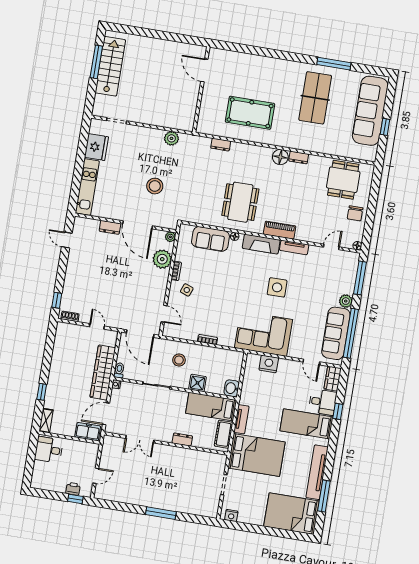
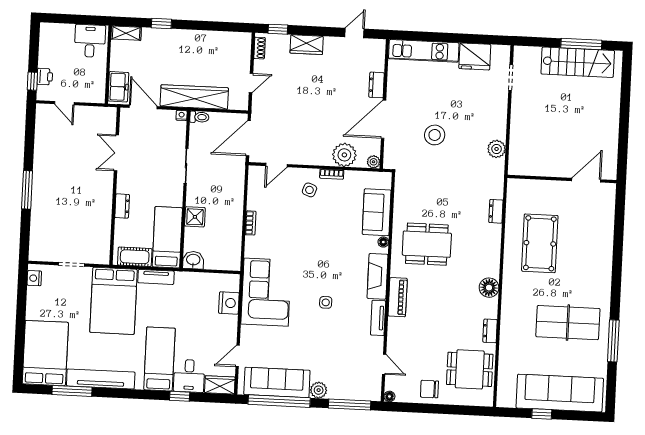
dresser: (299, 157) -> (490, 331), moved
wardrobe: (72, 279) -> (307, 45), added
side table: (277, 287) -> (326, 302), width x0.54, depth x0.54
stool: (179, 360) -> (221, 190), removed

